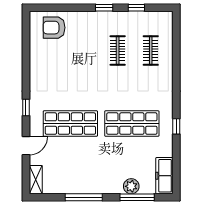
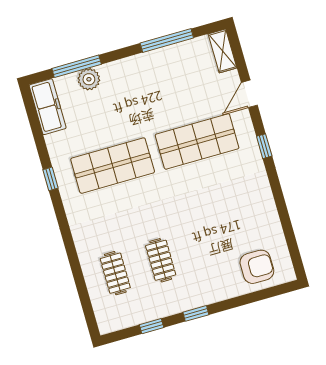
window: (84, 197) -> (167, 41), moved

